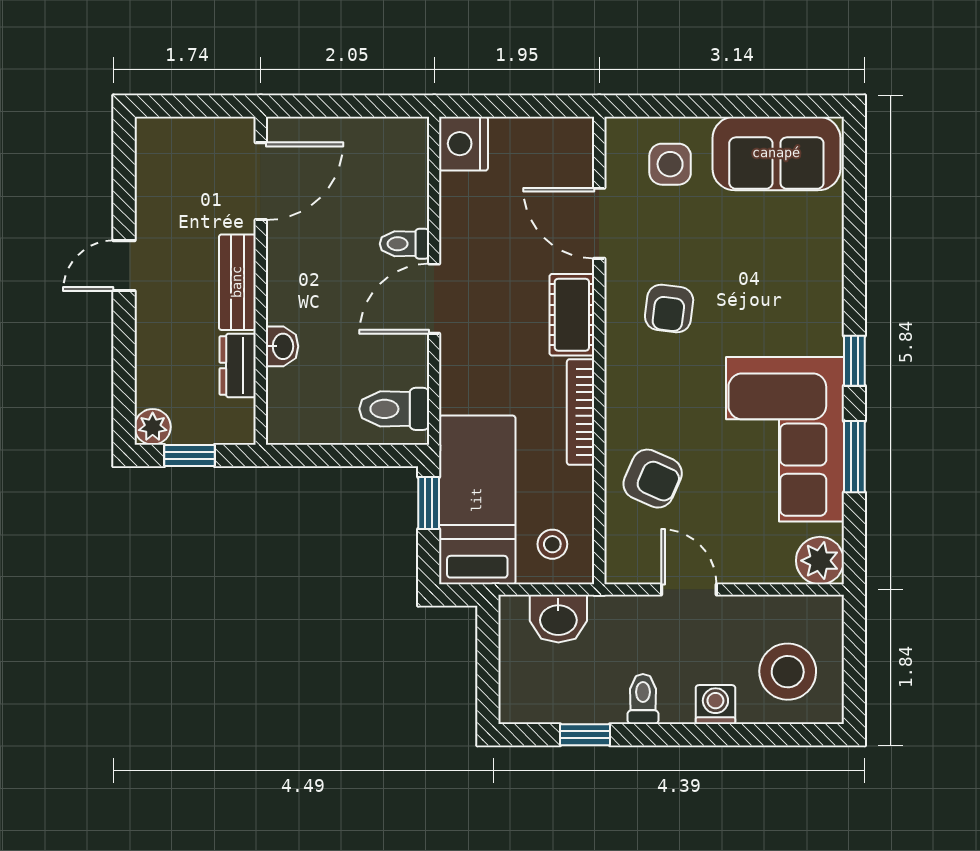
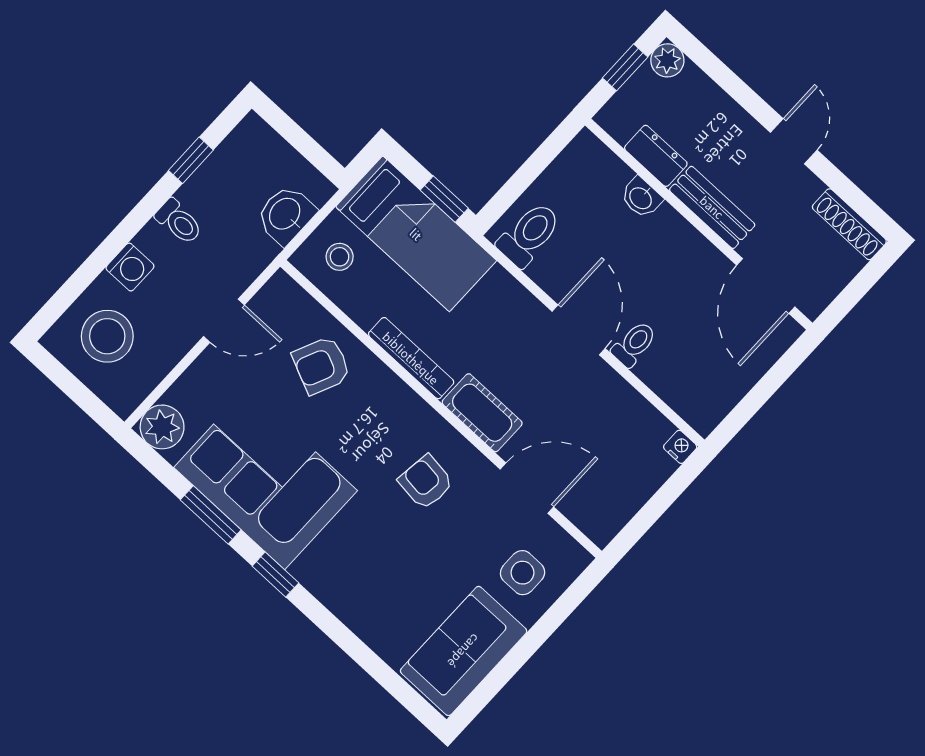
nightstand: (464, 144) -> (680, 447), width x0.53, depth x0.56
shoe rack: (149, 160) -> (849, 224), added

